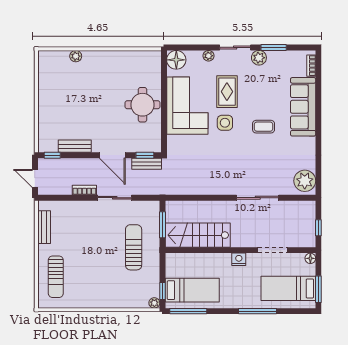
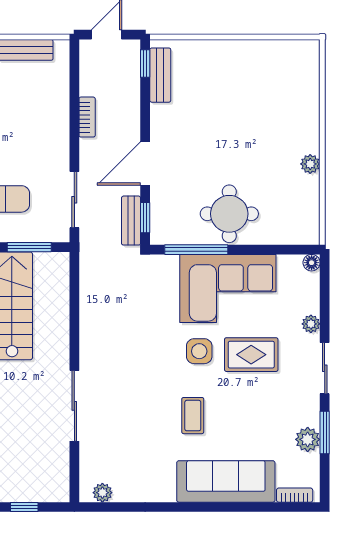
plant: (76, 56) -> (310, 164), moved
plant: (259, 58) -> (308, 439), moved
floor lamp: (176, 60) -> (312, 263), width x0.53, depth x0.53
window: (164, 125) -> (196, 250), added
bench: (75, 146) -> (160, 75), moved
plant: (305, 181) -> (102, 493), width x0.53, depth x0.53
sliding door: (115, 198) -> (74, 200), moved

